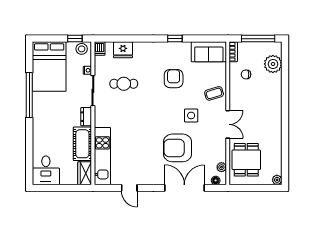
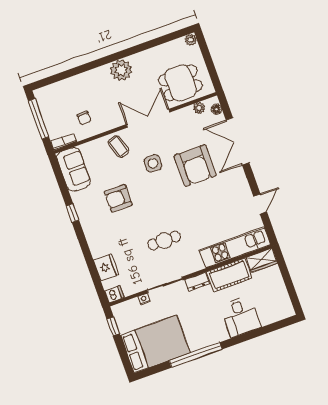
stool: (82, 49) -> (122, 315), removed
plant: (273, 64) -> (121, 70), moved
cafe table: (124, 84) -> (164, 241), moved, turned 90
double door: (228, 124) -> (148, 118), width x1.37
desk: (46, 170) -> (241, 316), moved, turned 90

